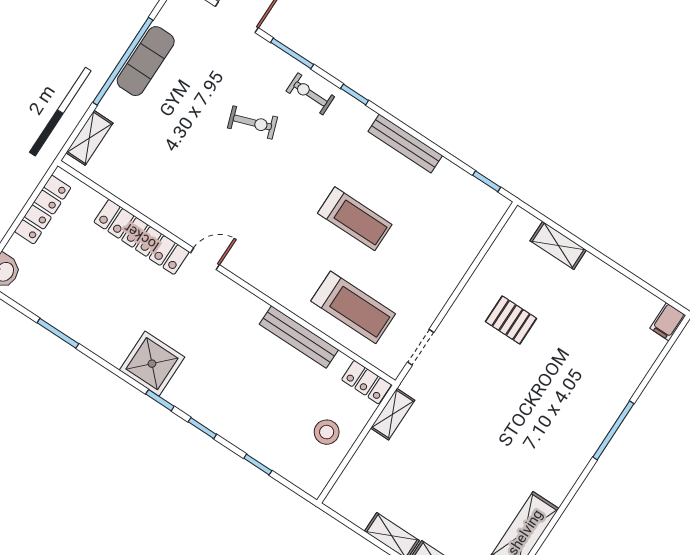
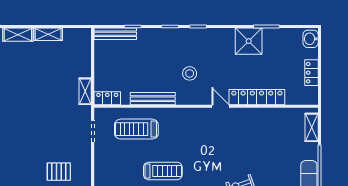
locker: (43, 210) -> (311, 73), width x0.66
treadmill: (355, 219) -> (163, 171), turned 180
door: (205, 259) -> (221, 106), swing flipped
shower: (152, 364) -> (249, 41), moved
stool: (327, 432) -> (190, 73), moved
bench: (291, 471) -> (115, 34), added

